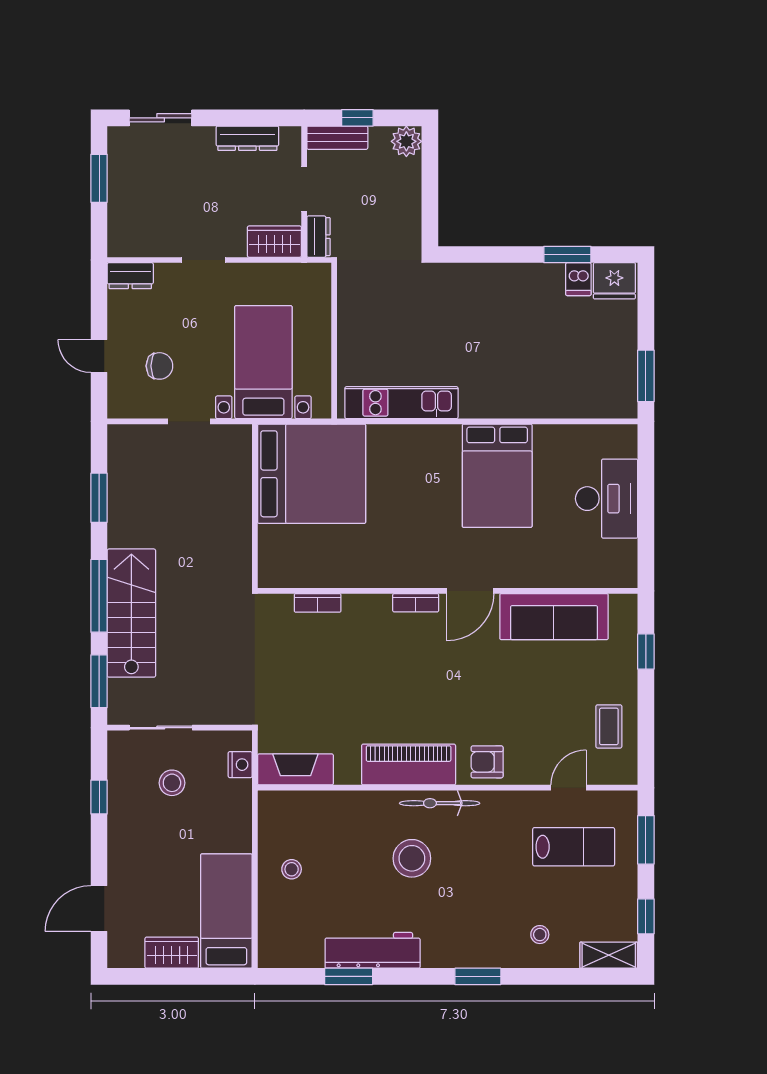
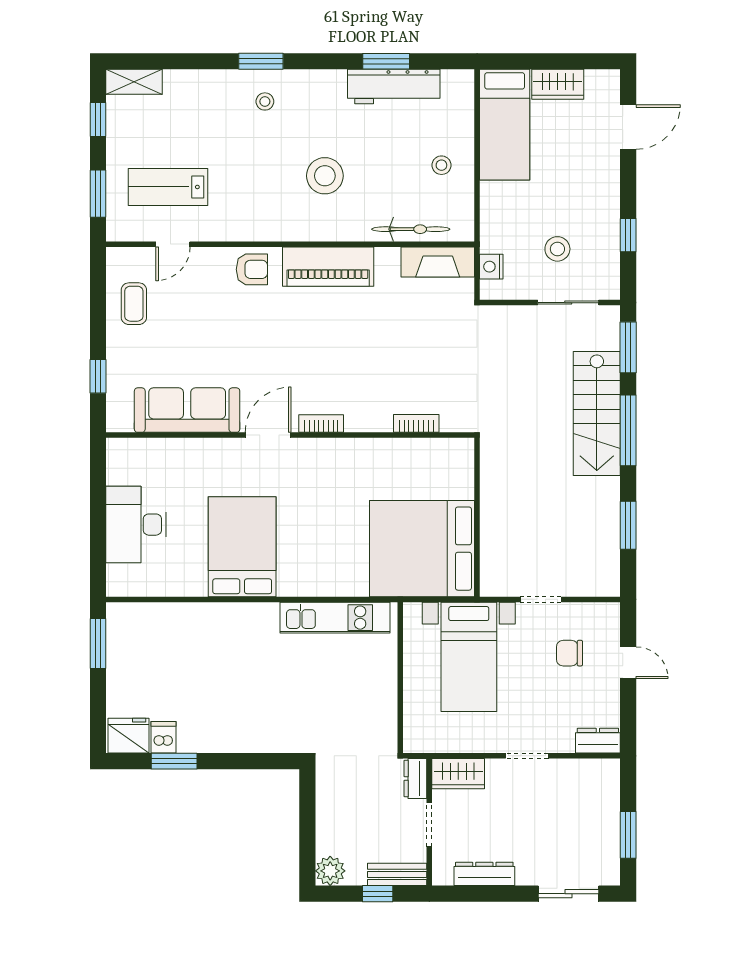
bicycle: (440, 803) -> (411, 229), moved
stool: (540, 935) -> (265, 101), moved
workbench: (373, 950) -> (394, 87), moved

